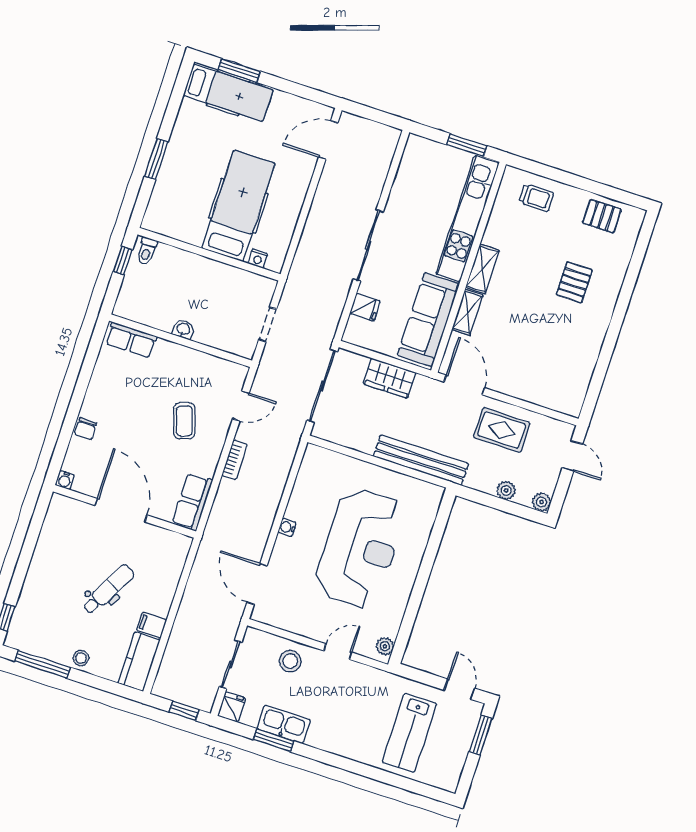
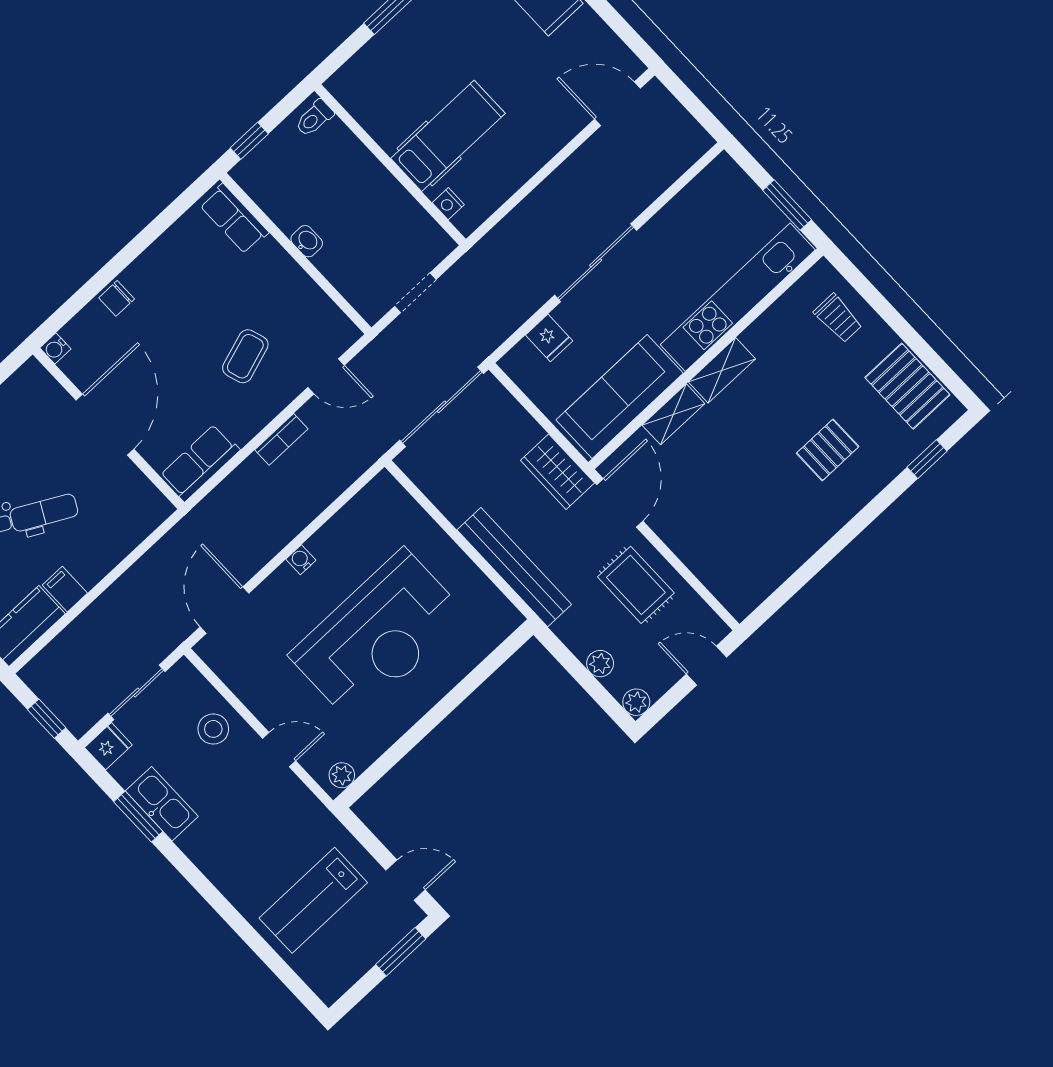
hospital bed: (238, 206) -> (448, 136), width x0.73, depth x0.78
pallet: (602, 216) -> (907, 386), width x1.50, depth x1.42
window: (639, 254) -> (927, 459), added
window: (123, 261) -> (249, 141), moved
wardrobe: (390, 378) -> (557, 472), moved
door: (572, 456) -> (706, 666), swing flipped
door: (459, 689) -> (406, 880), hinge flipped

